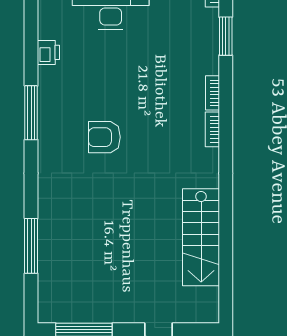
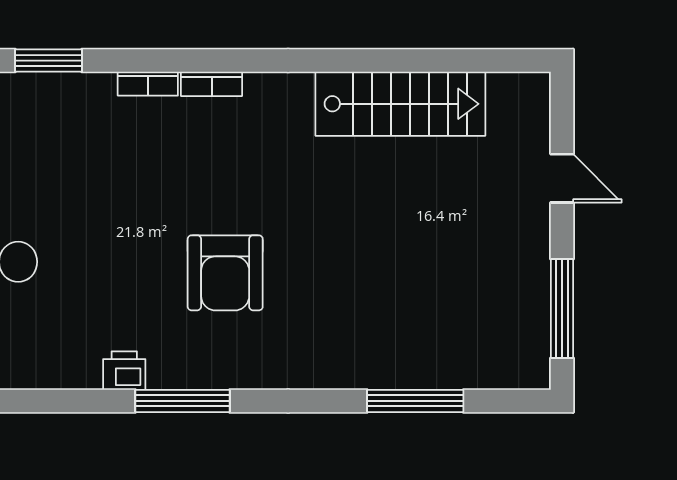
printer: (48, 52) -> (124, 371), moved
armchair: (104, 137) -> (225, 273), width x1.36, depth x1.36

